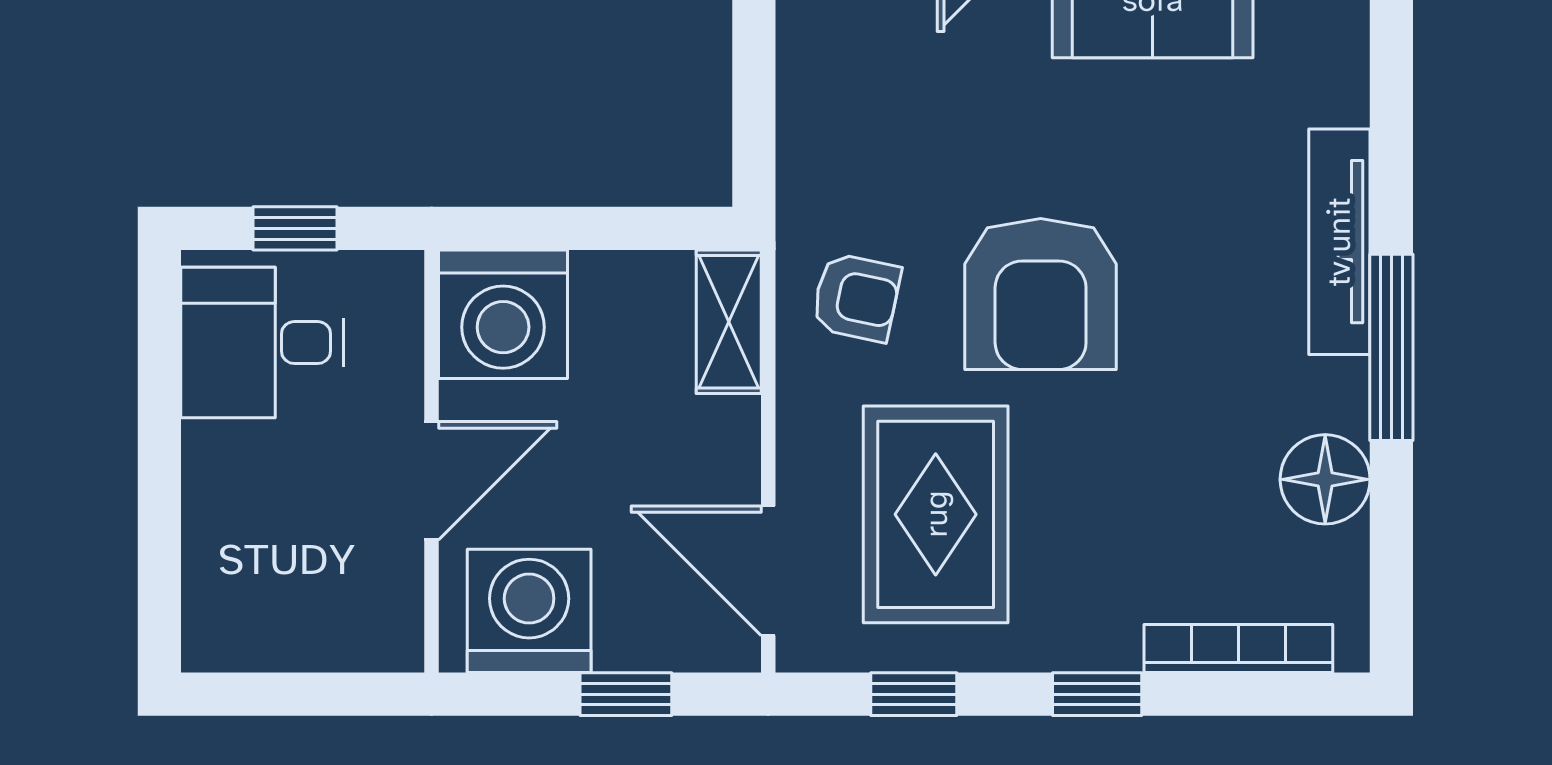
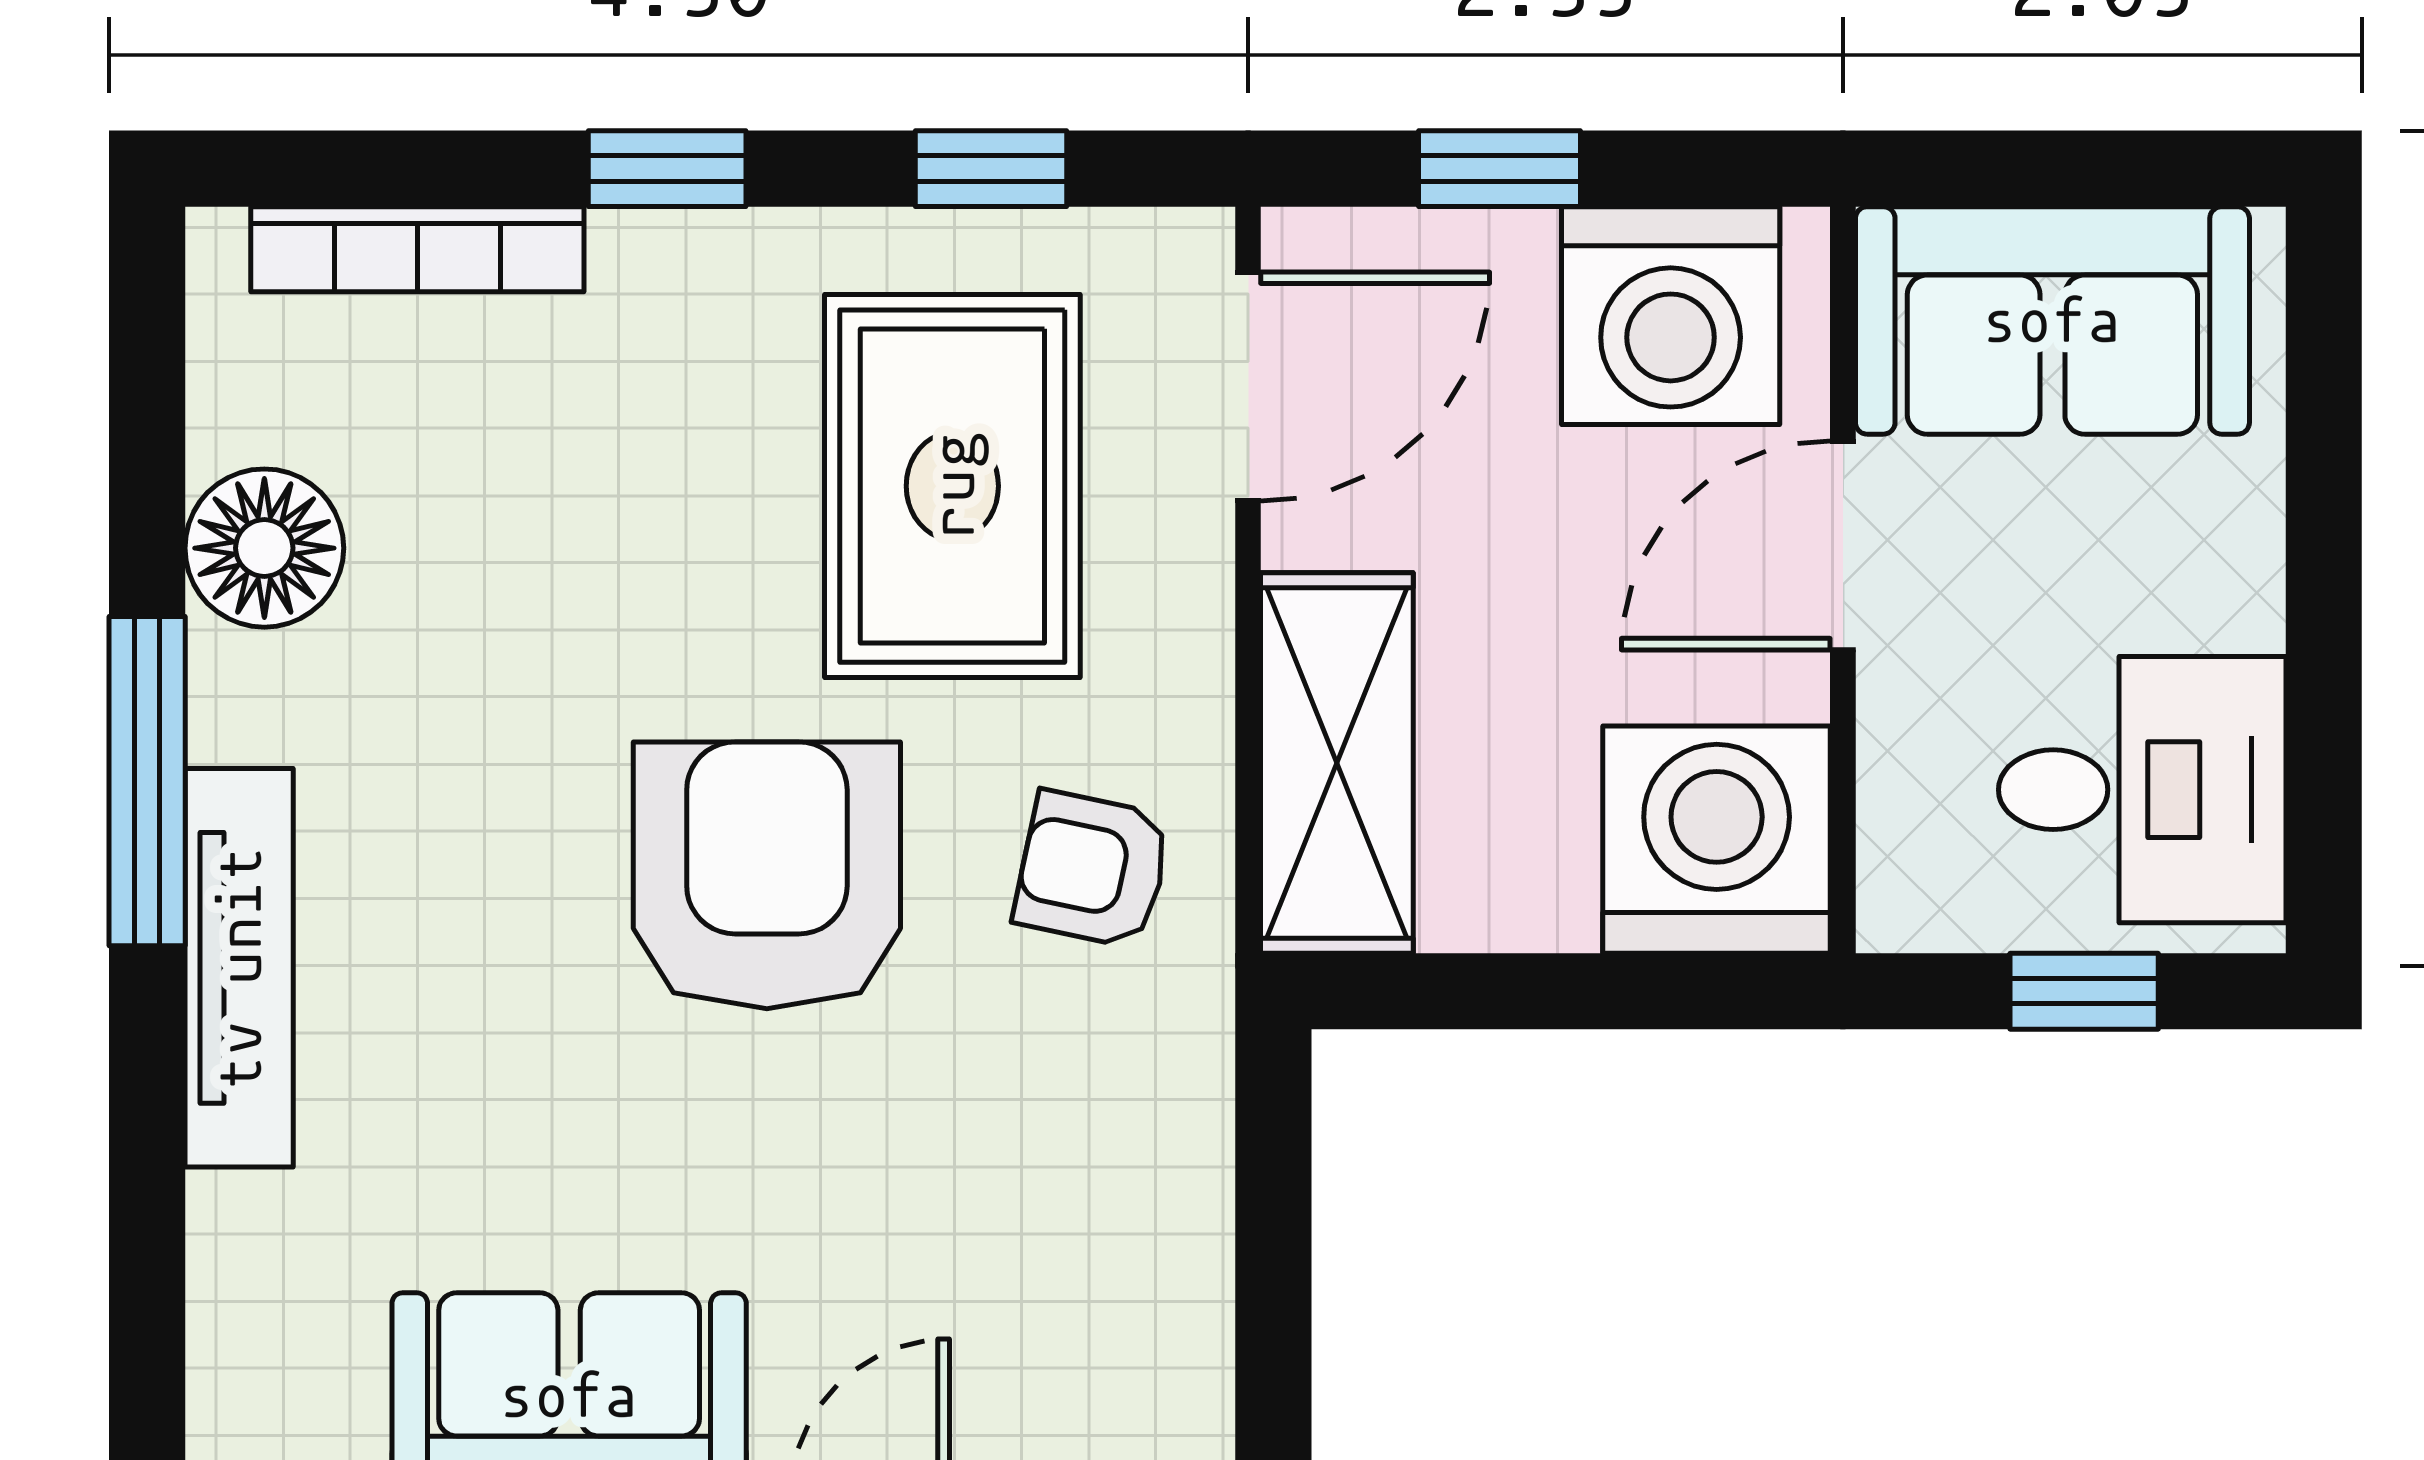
shelving: (729, 322) -> (1337, 763), width x1.50, depth x1.33
door: (768, 571) -> (1248, 386), hinge flipped
sofa: (313, 608) -> (2052, 320), added

